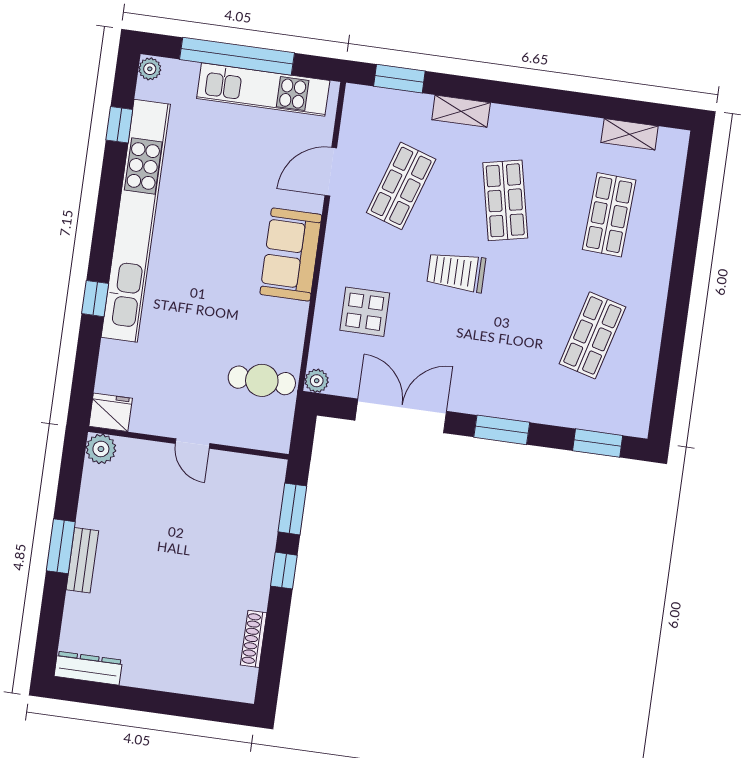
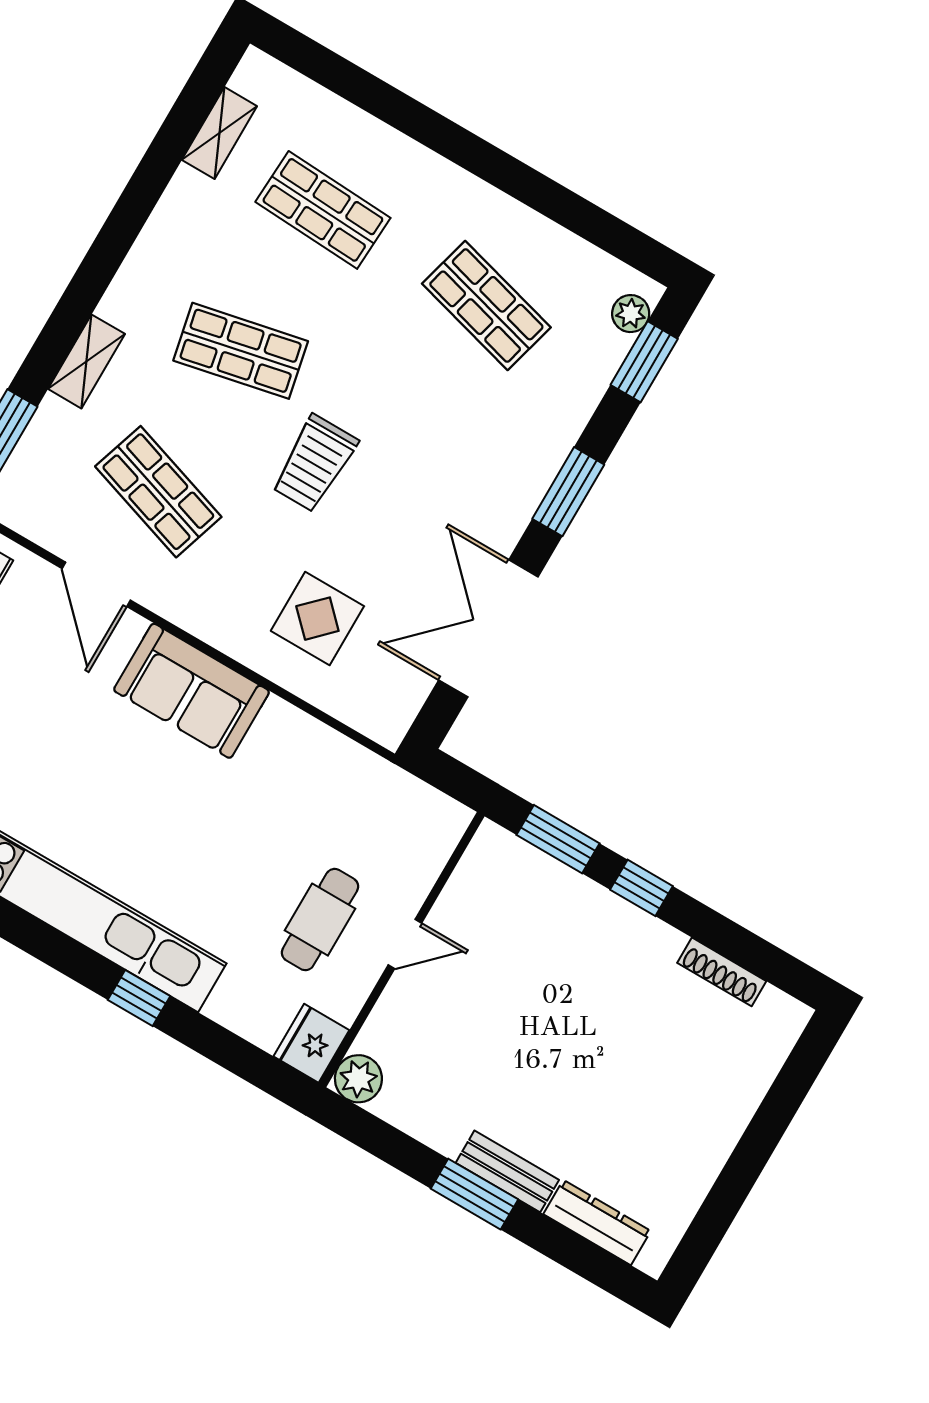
cafe table: (262, 380) -> (320, 920), moved
plant: (317, 381) -> (631, 314), moved
dresser: (88, 668) -> (597, 1223), moved, turned 90

